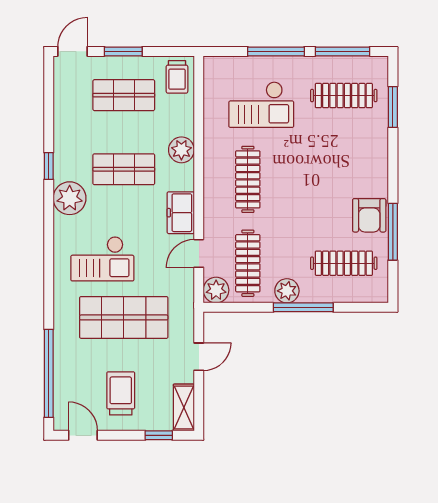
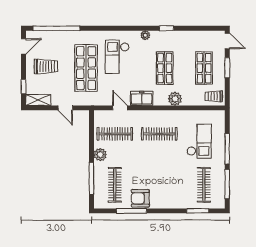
checkout: (261, 105) -> (199, 141), turned 180
plant: (70, 198) -> (145, 35), width x0.53, depth x0.53
plant: (216, 290) -> (101, 117), removed
window: (303, 307) -> (91, 178), moved

